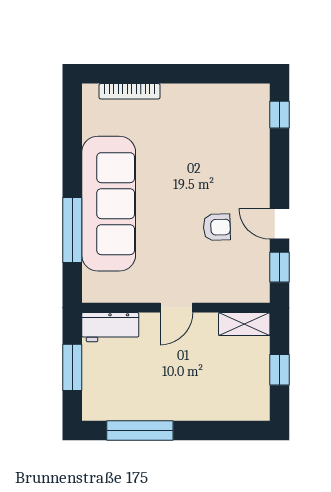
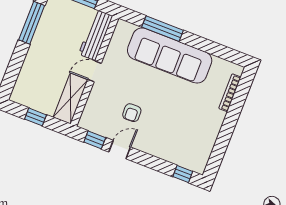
door: (176, 308) -> (94, 71), hinge flipped
shelving: (244, 324) -> (70, 99), width x1.50, depth x1.33
workbench: (110, 327) -> (96, 35), width x1.38

